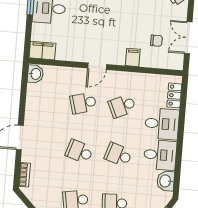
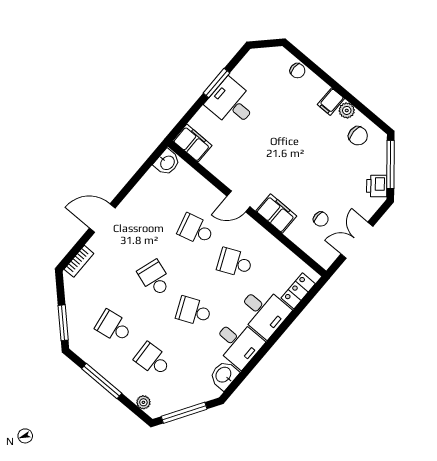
filing cabinet: (133, 57) -> (276, 213), width x2.00
school desk: (118, 155) -> (194, 311), turned -42

